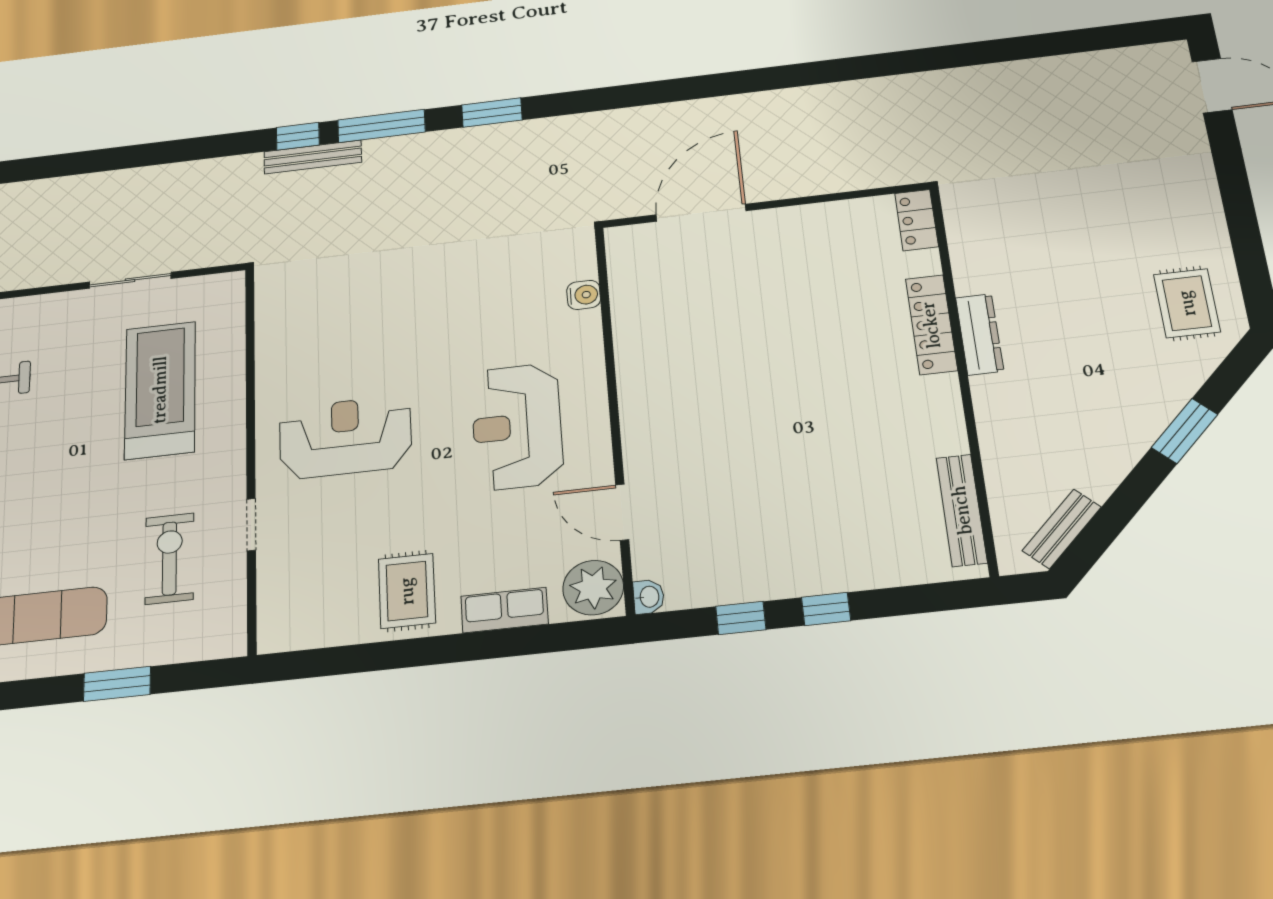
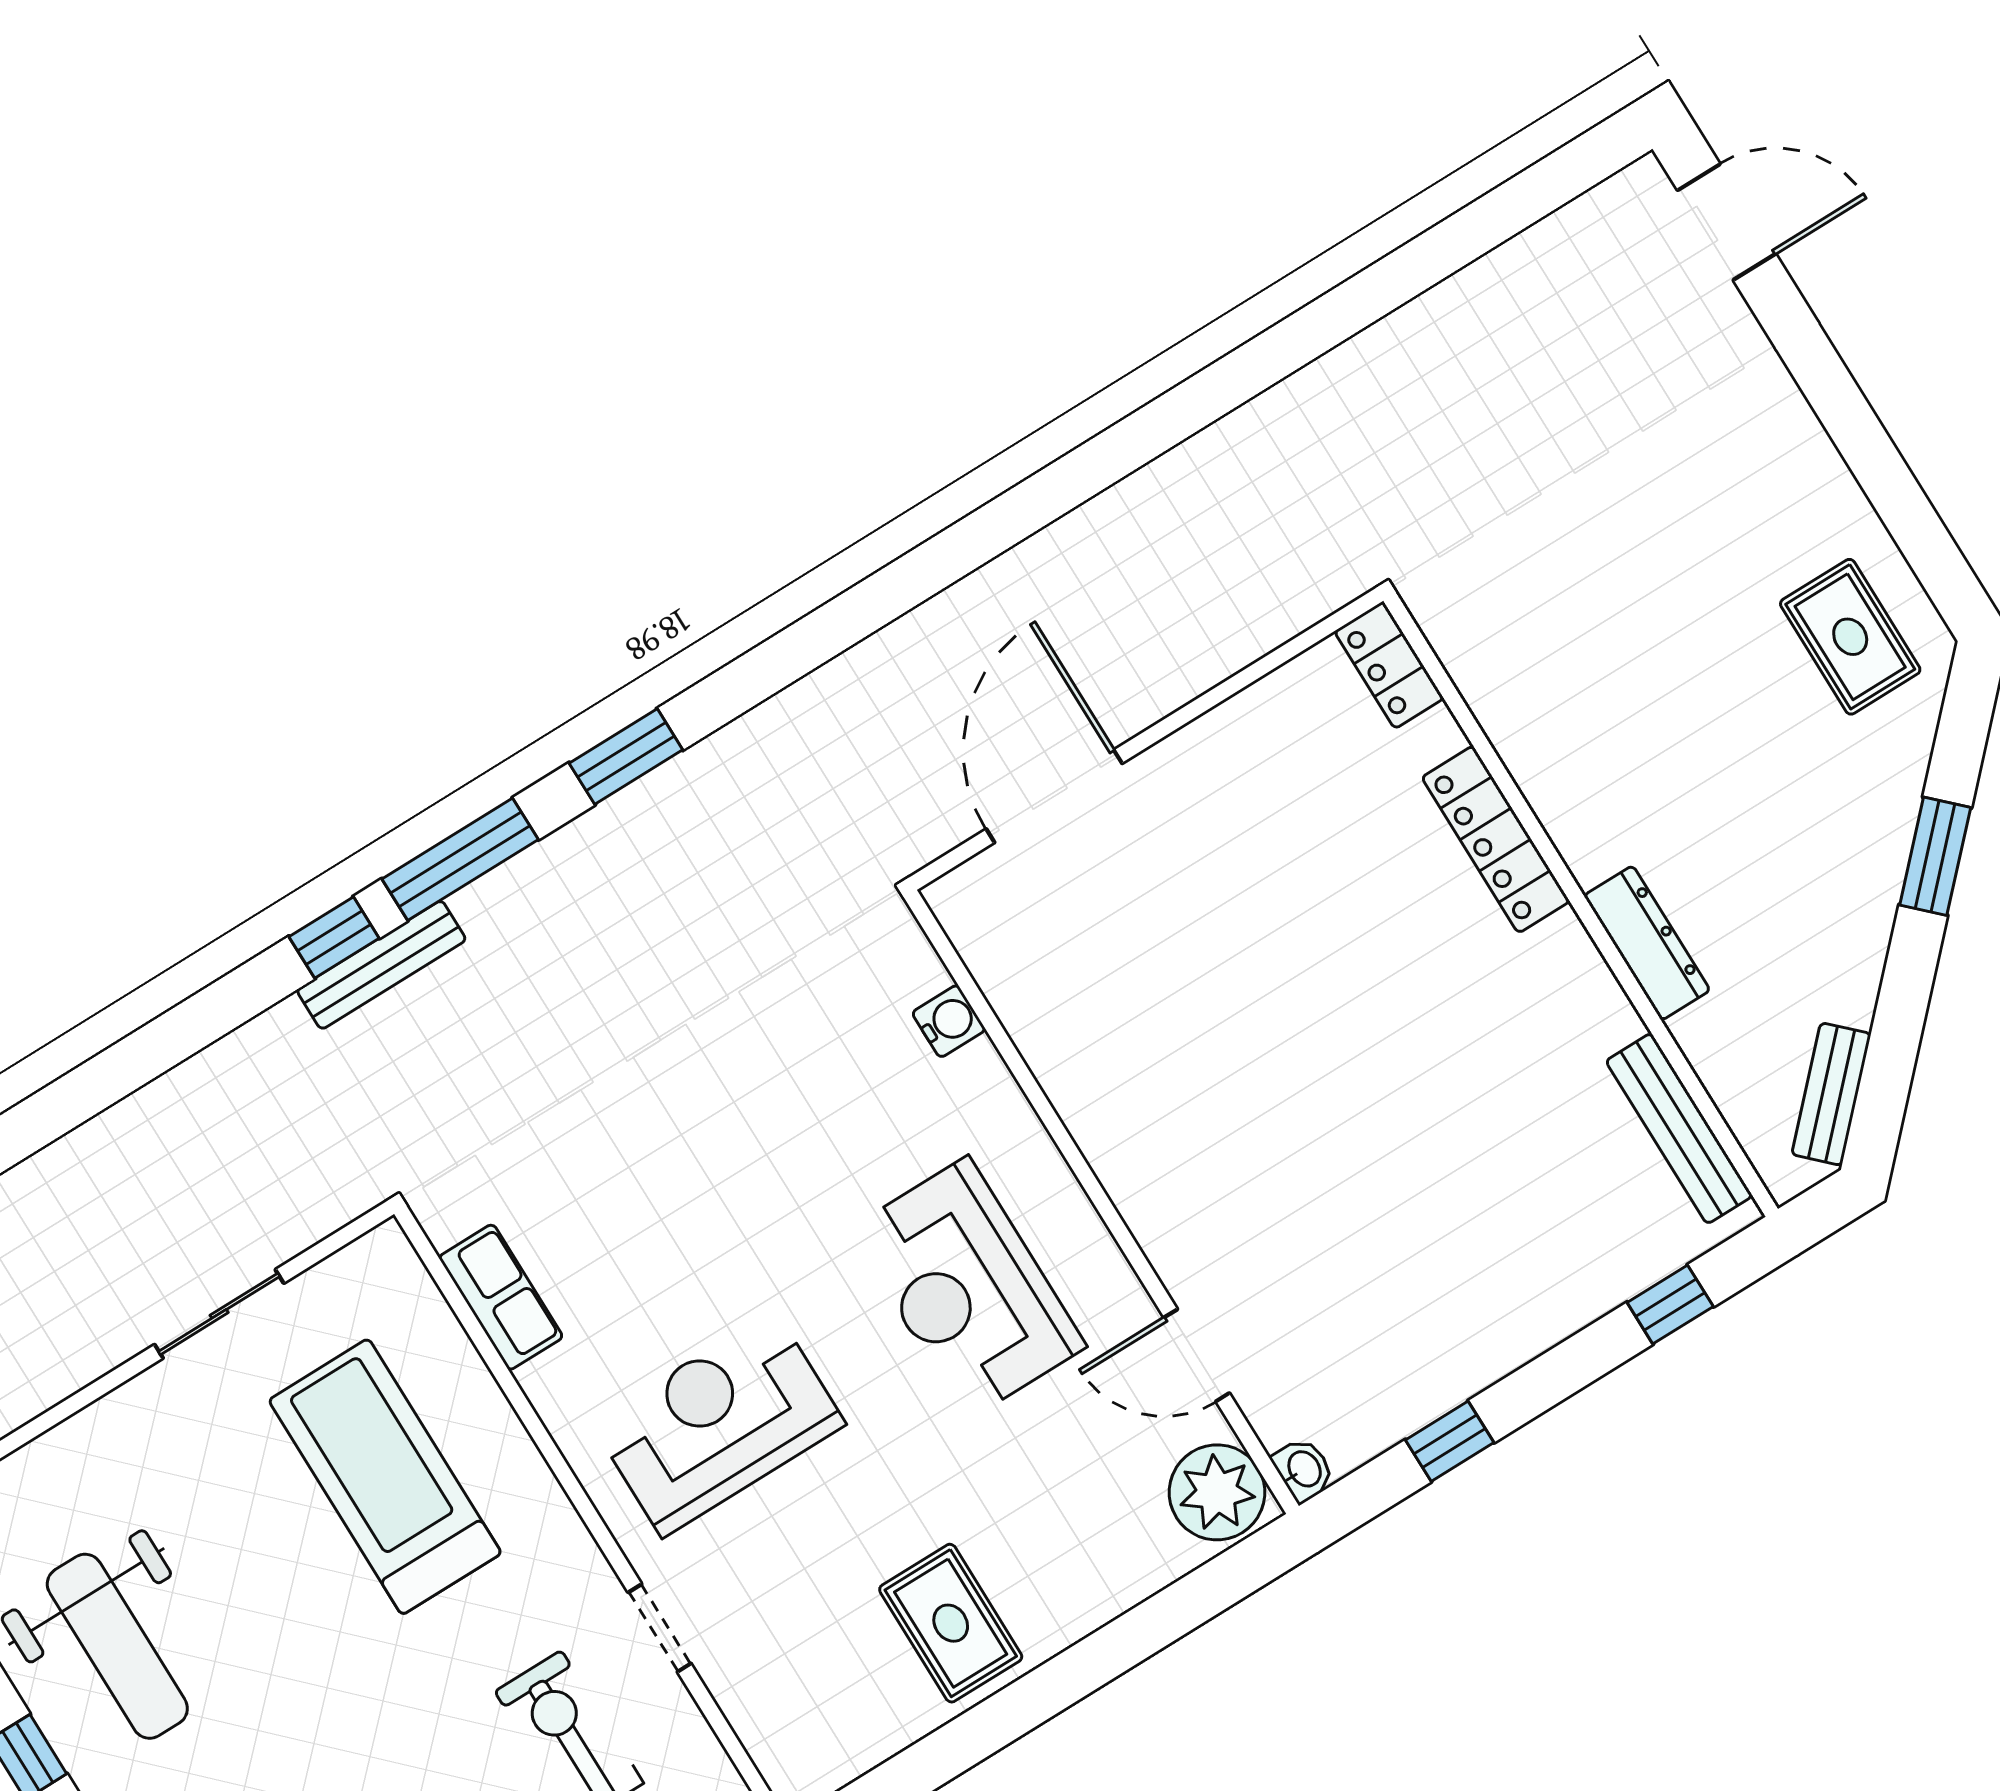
dresser: (980, 334) -> (1647, 943), moved
window: (826, 609) -> (1670, 1304), moved
row of seats: (505, 610) -> (501, 1297), moved, turned 90

